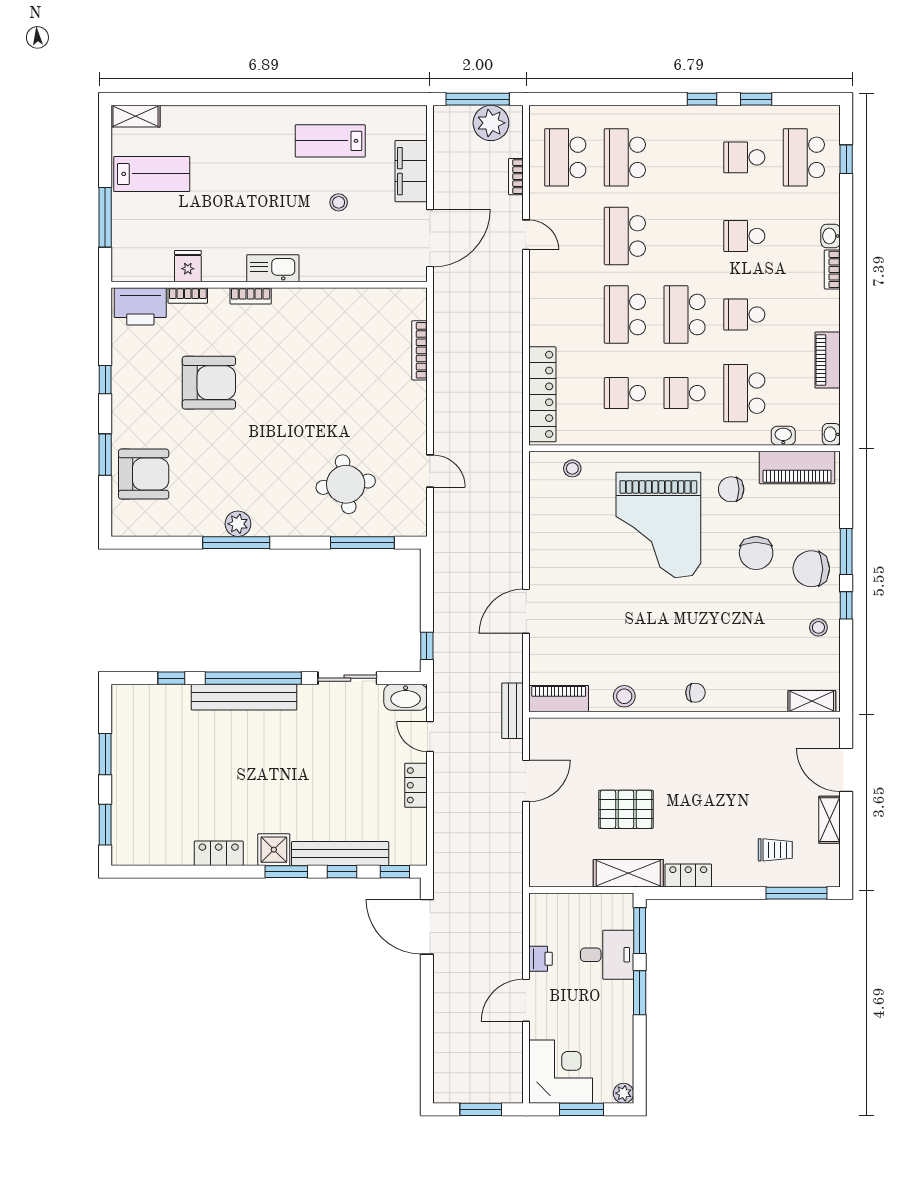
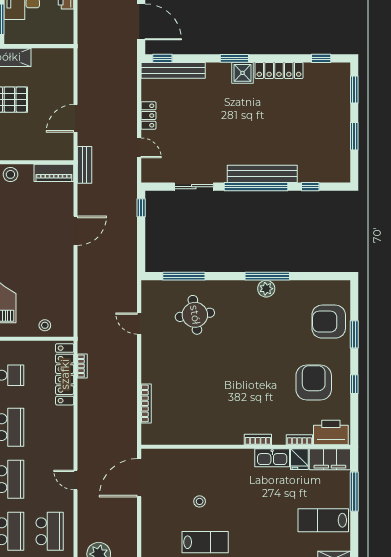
filing cabinet: (411, 171) -> (330, 459), moved, turned 90
bookcase: (516, 177) -> (82, 366), moved
kitchen sink: (273, 268) -> (272, 458), moved
armchair: (209, 383) -> (314, 382), moved, turned 90
washbasin: (406, 697) -> (155, 174), removed
locker: (219, 853) -> (279, 71), width x1.53
bench: (340, 854) -> (173, 70), moved
window: (342, 872) -> (321, 58), moved

